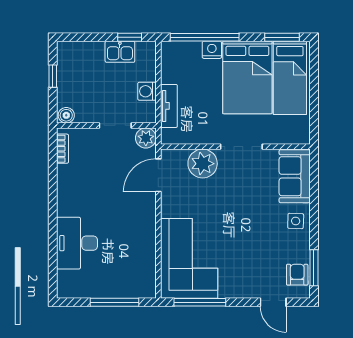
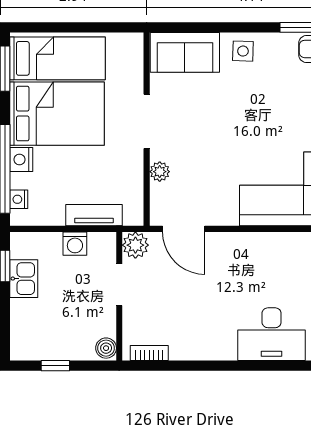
nightstand: (181, 48) -> (19, 199), added
plant: (203, 164) -> (160, 172), width x0.53, depth x0.53

